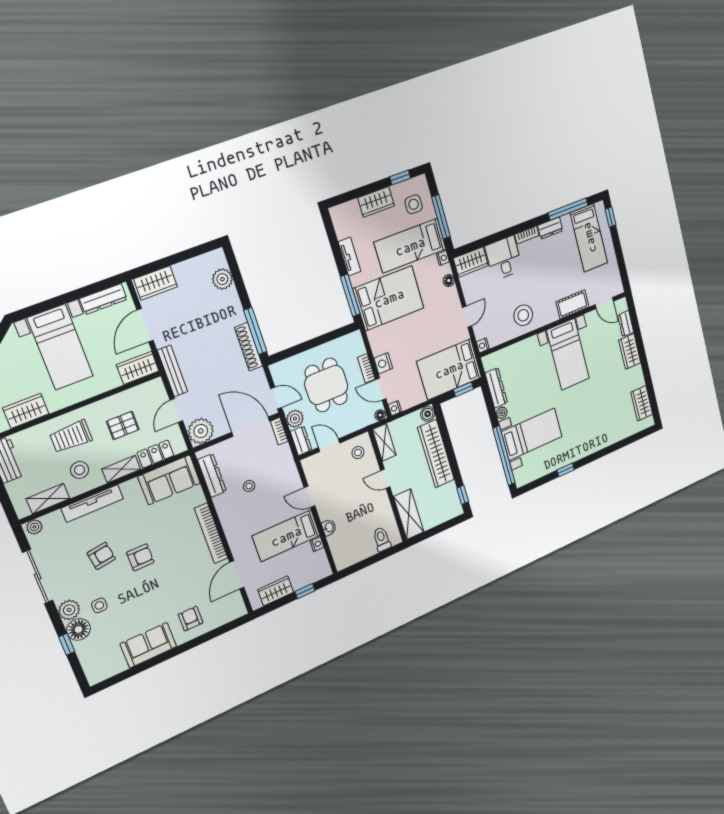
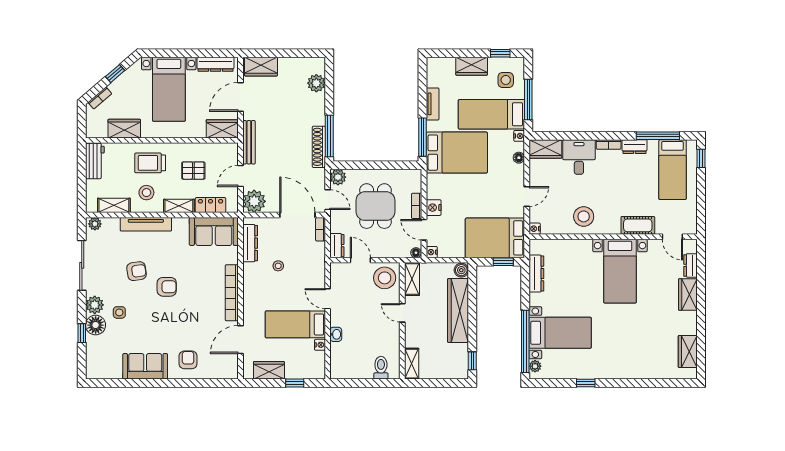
plant: (502, 413) -> (535, 366), moved
plant: (295, 419) -> (338, 177), moved
stool: (358, 453) -> (385, 278), width x1.89, depth x1.89
shelving: (409, 514) -> (412, 364), width x0.67, depth x0.75

